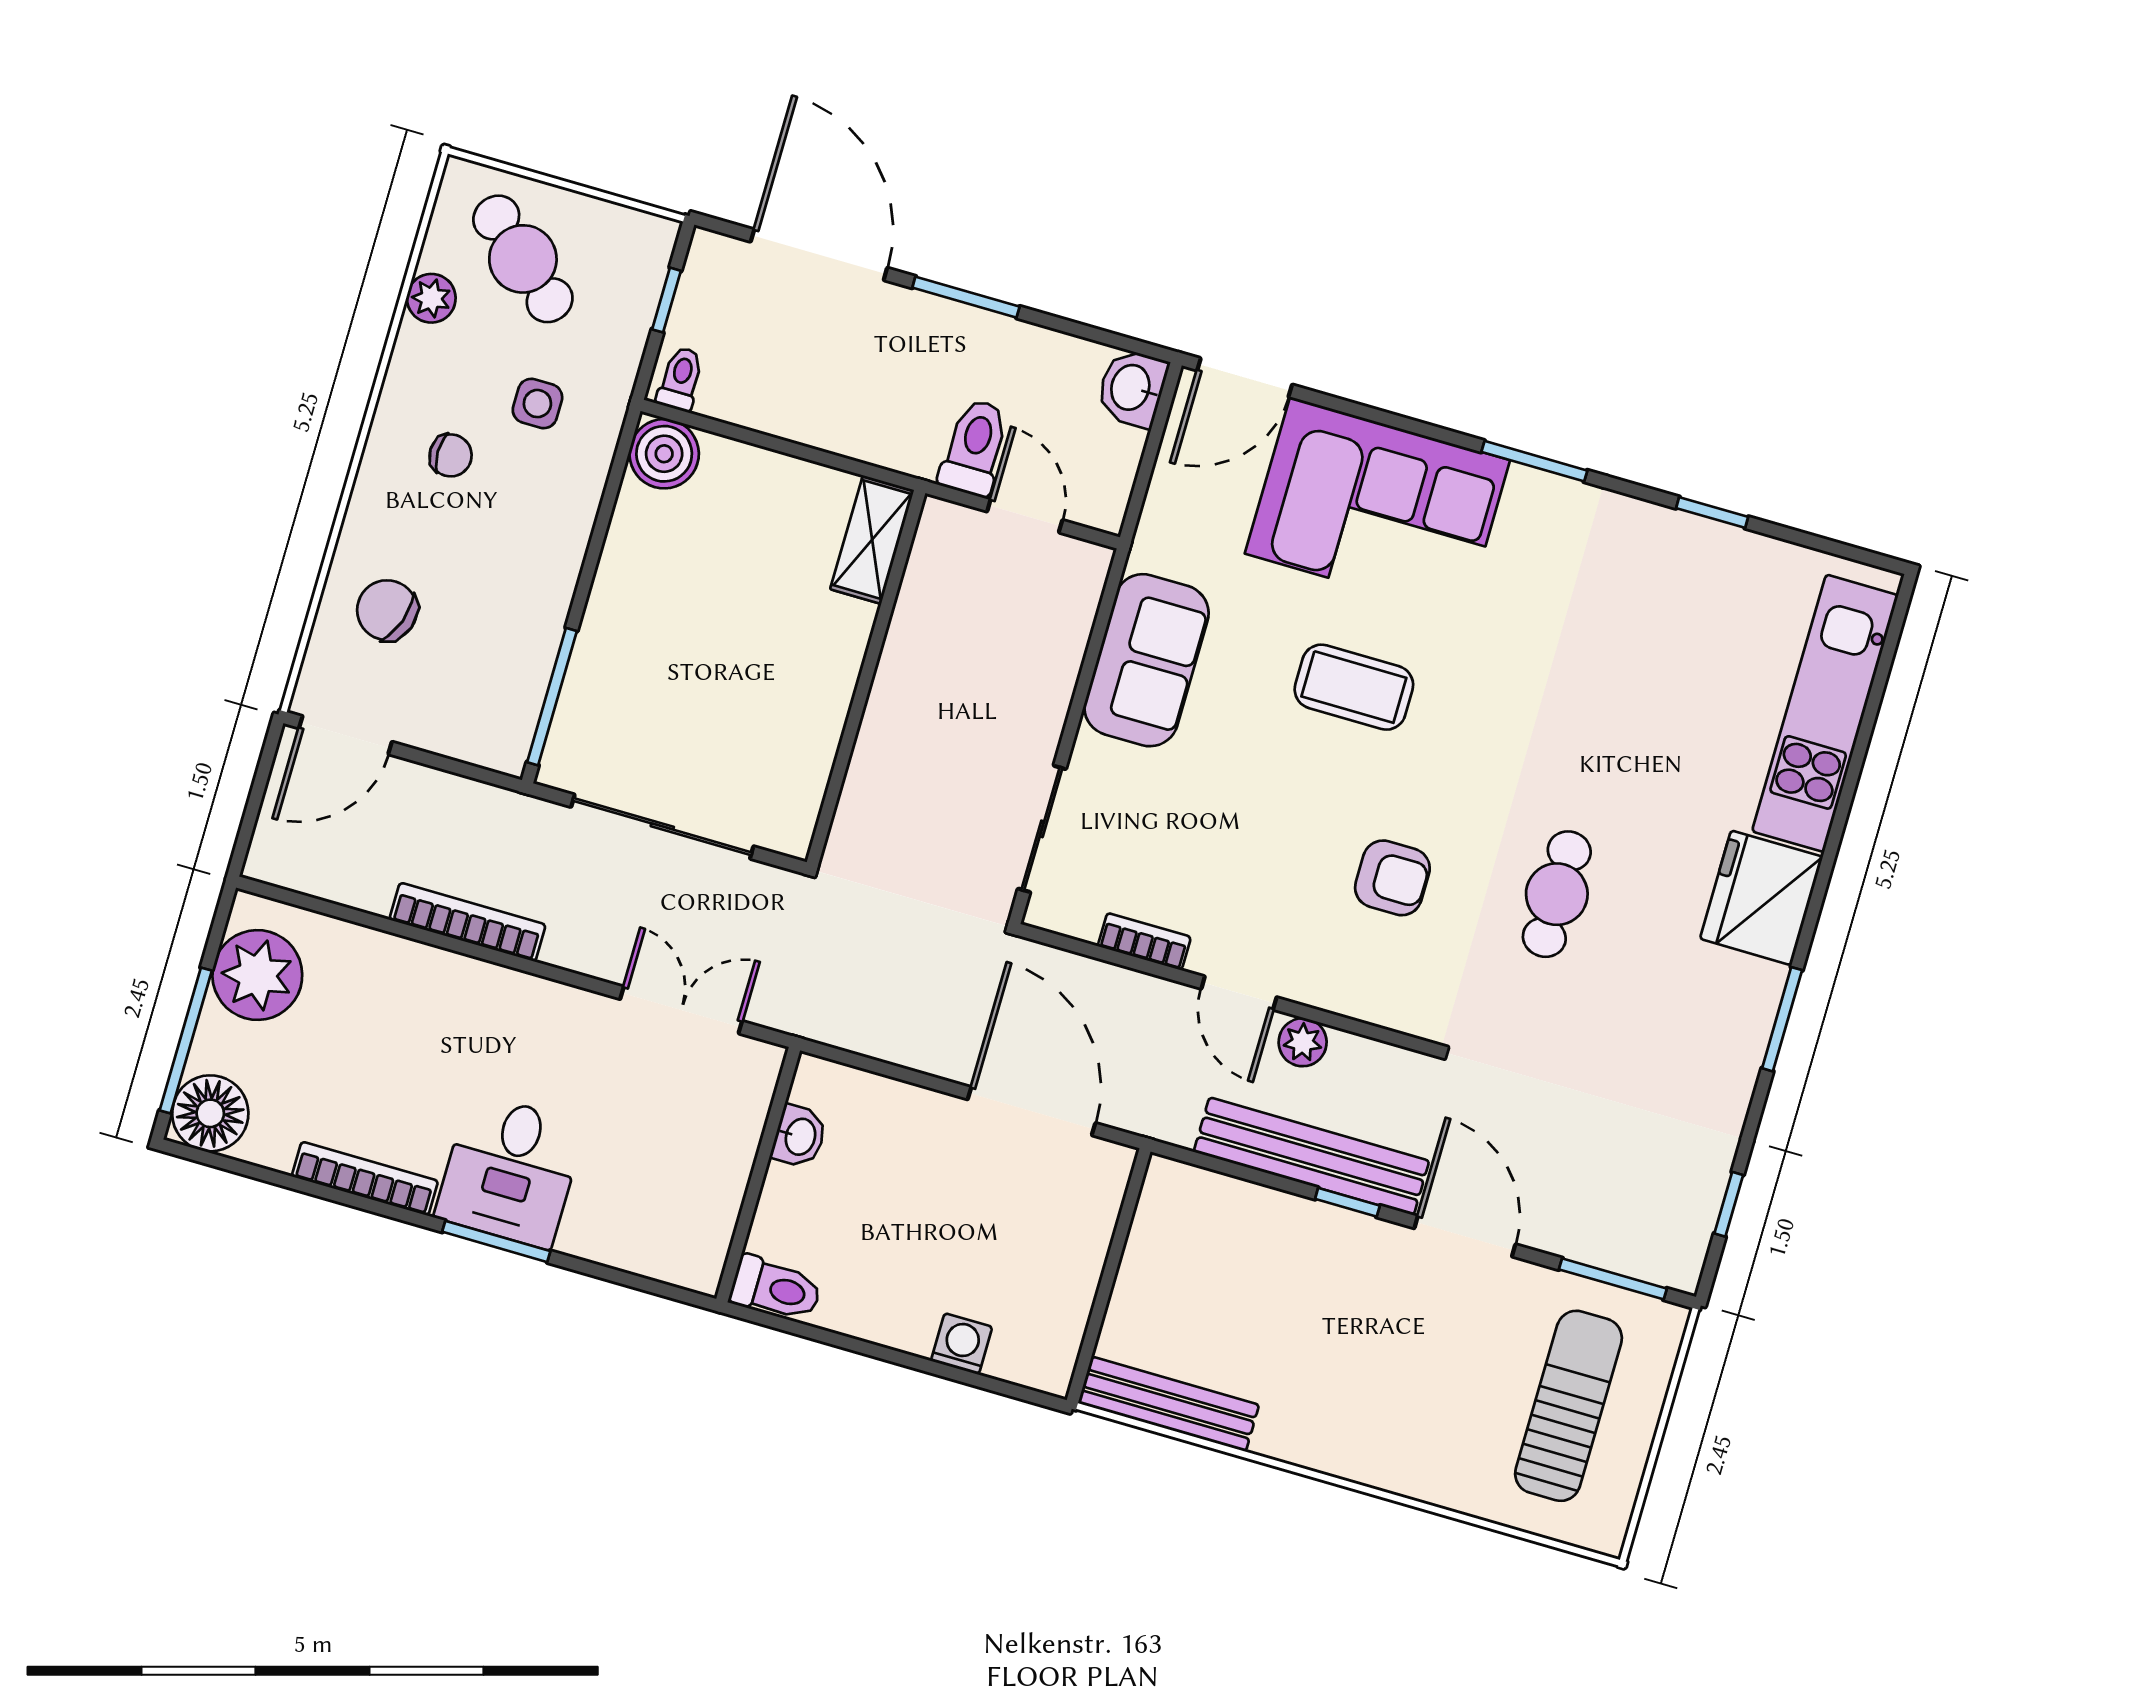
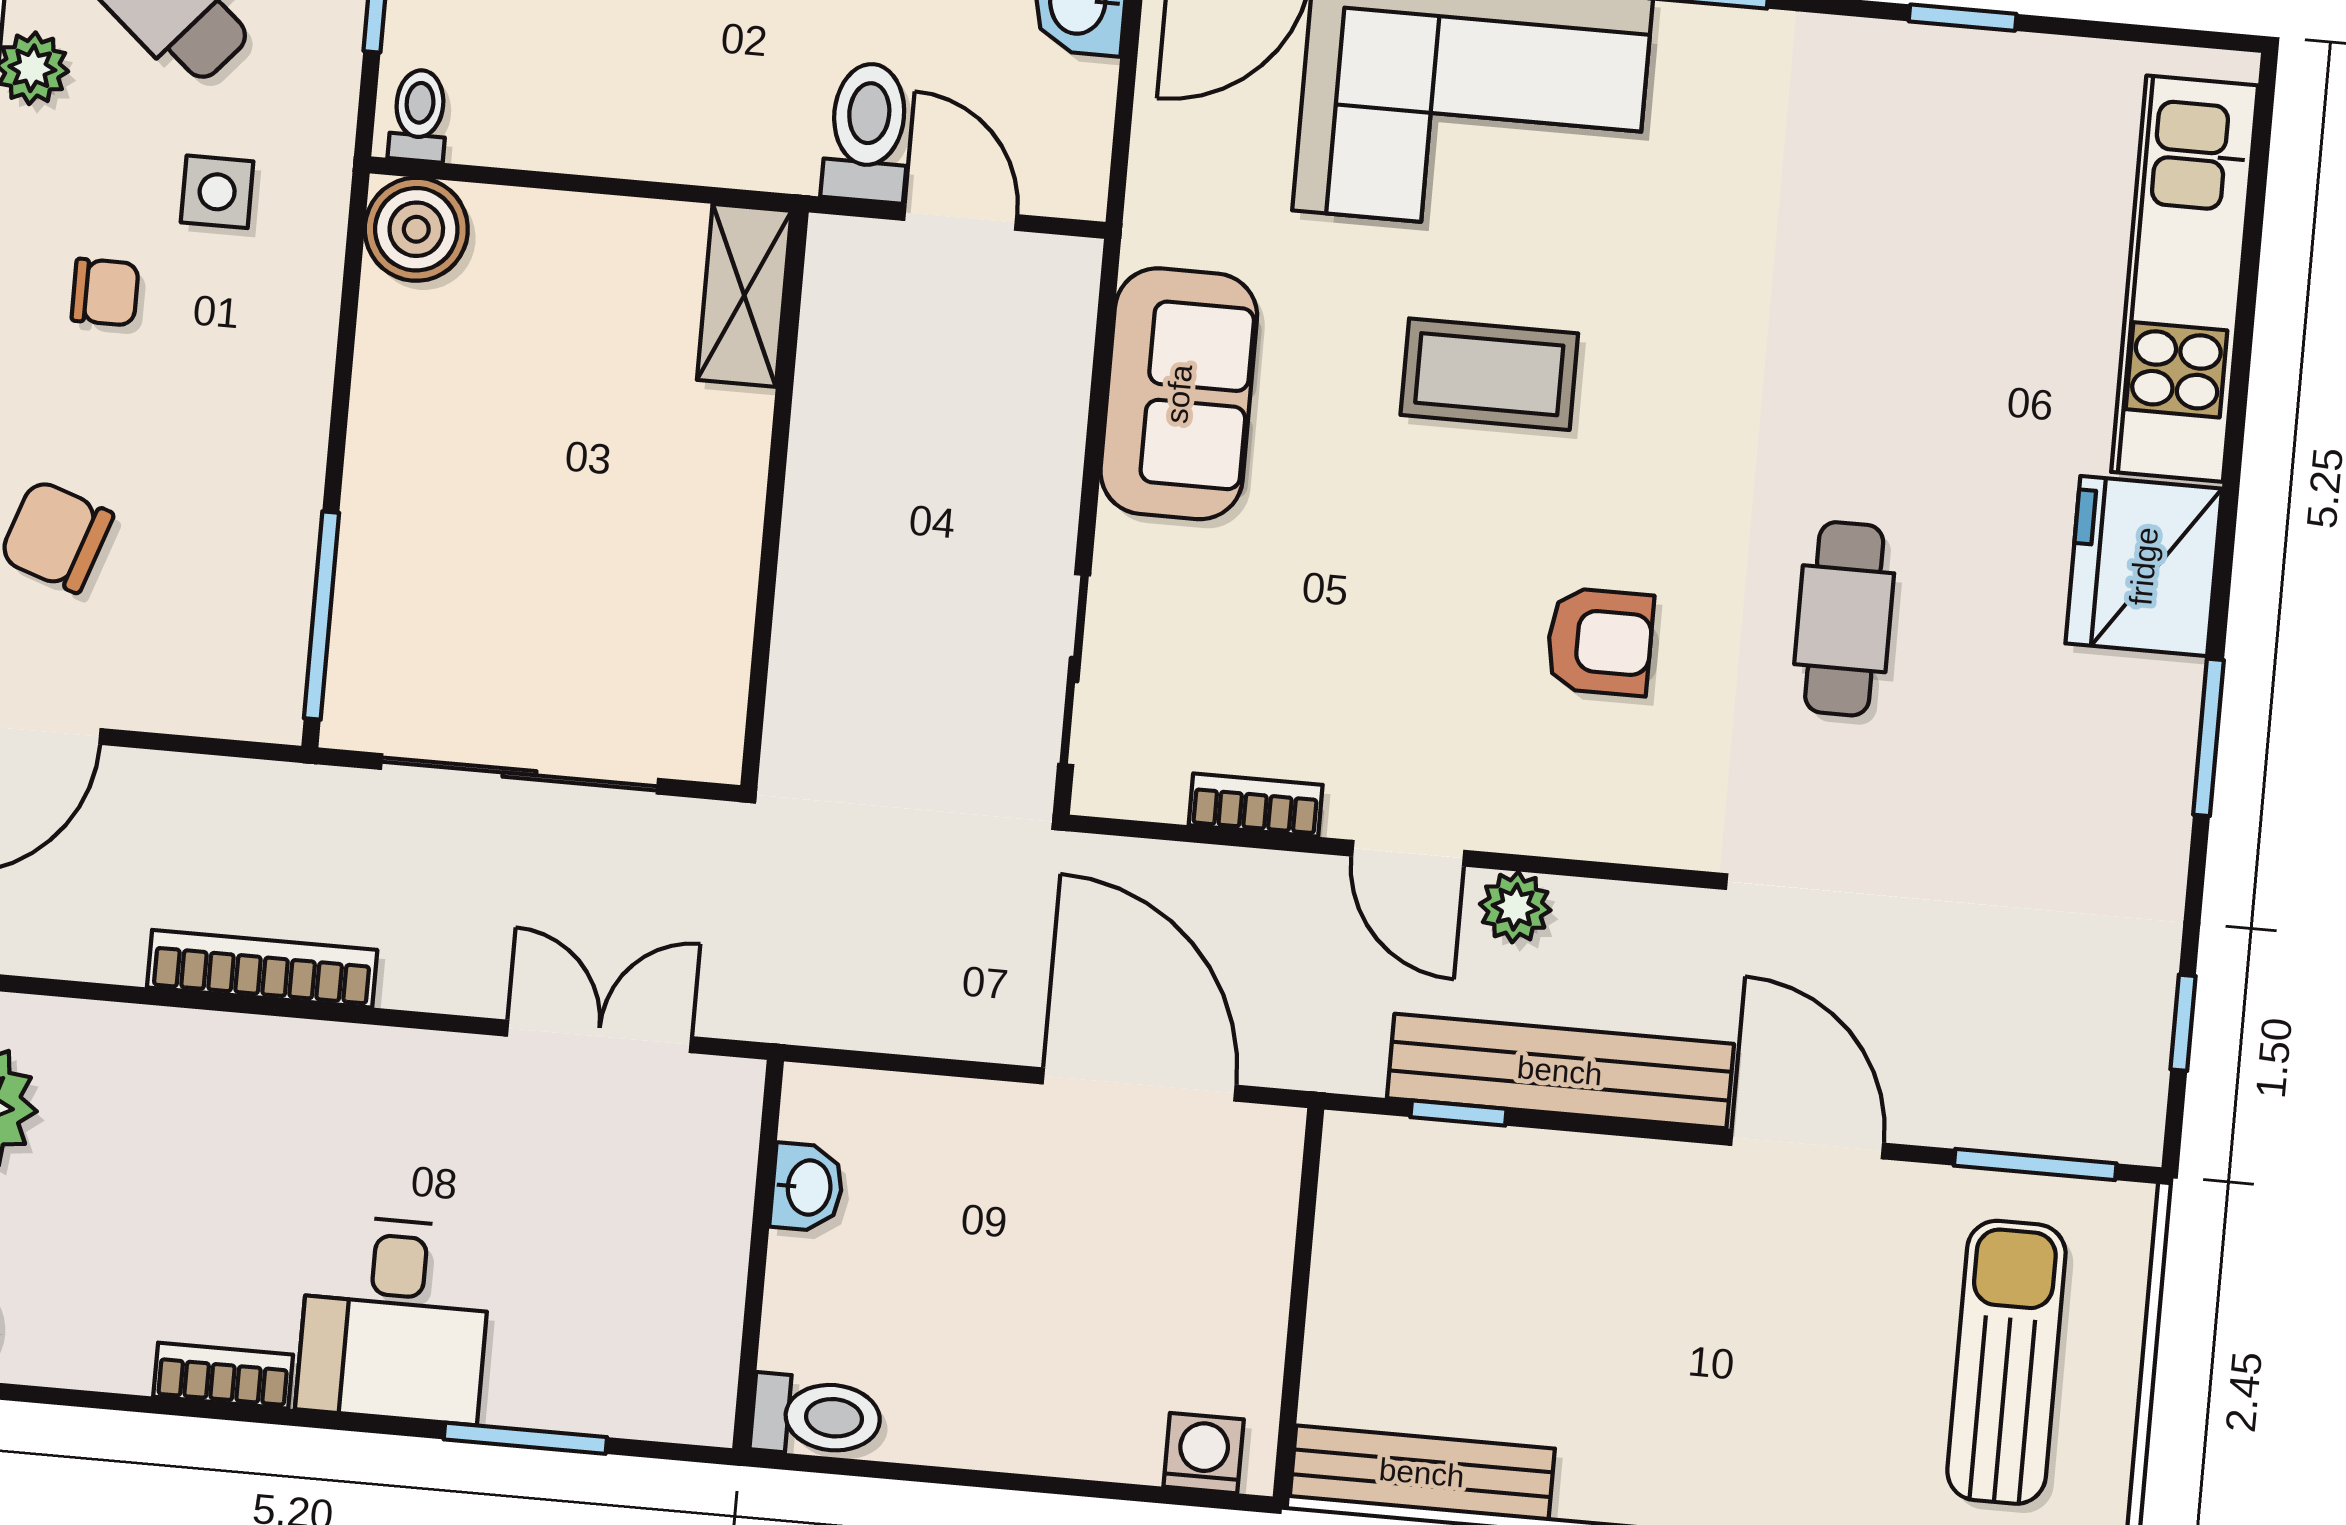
bookcase: (365, 1179) -> (223, 1376), width x0.64
window: (1347, 1202) -> (1458, 1113), moved
window: (496, 1241) -> (525, 1438), moved
washing machine: (962, 1344) -> (1204, 1453), moved

